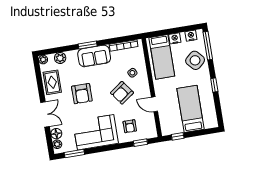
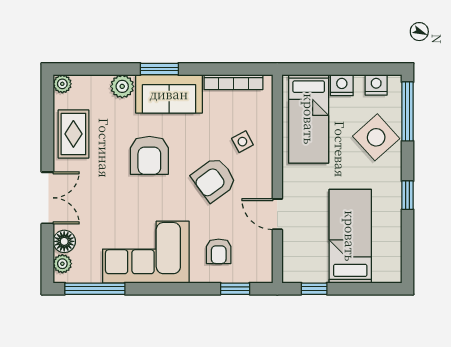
plant: (60, 58) -> (122, 86), moved
armchair: (82, 94) -> (149, 155), moved
window: (74, 153) -> (95, 289), width x1.44

